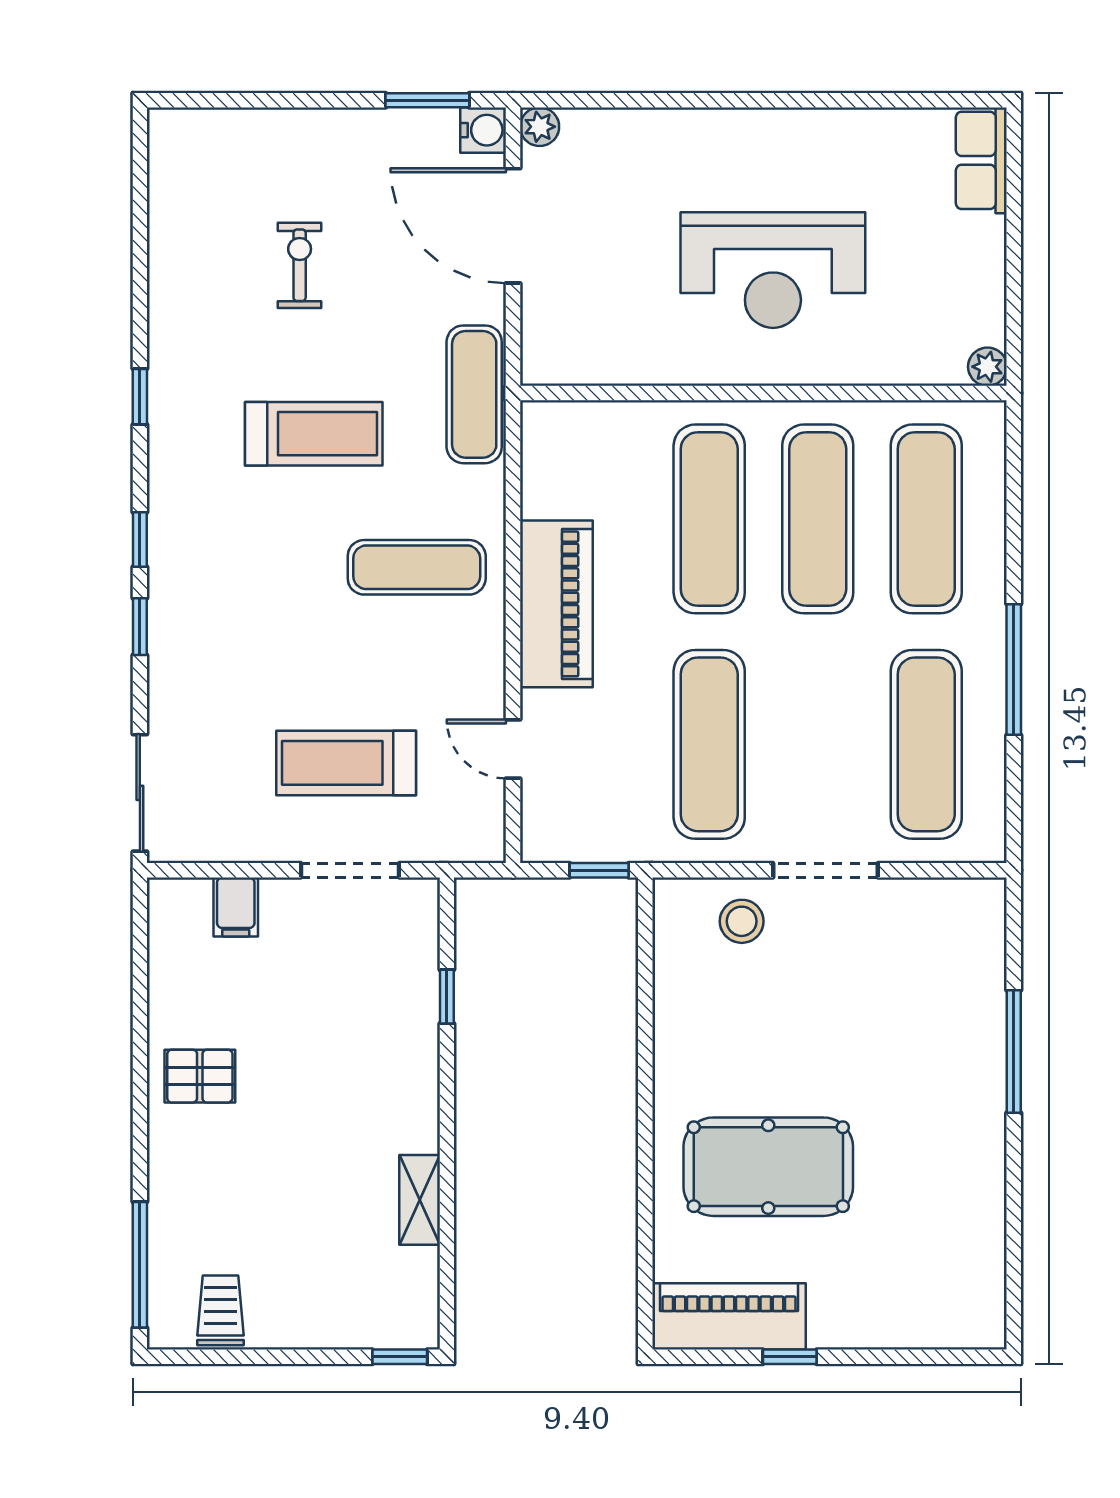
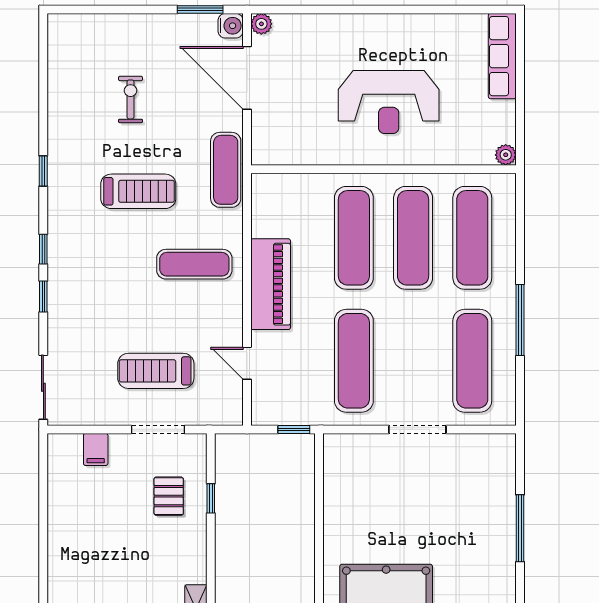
row of seats: (981, 160) -> (502, 56), width x1.48
stool: (742, 921) -> (372, 457), removed
pallet: (200, 1076) -> (169, 496), moved, turned 90

